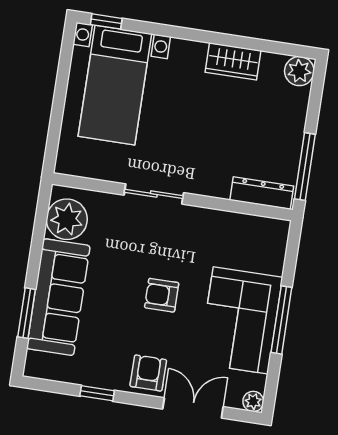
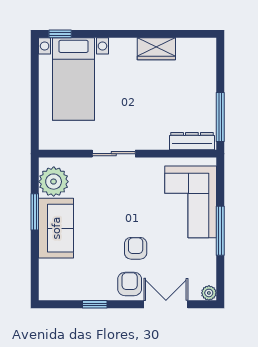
plant: (299, 71) -> (206, 48), removed
armchair: (162, 295) -> (136, 248), moved, turned 90
sofa: (58, 297) -> (56, 228), width x0.73
window: (27, 313) -> (35, 212), moved
corner sofa: (241, 320) -> (191, 202), moved

